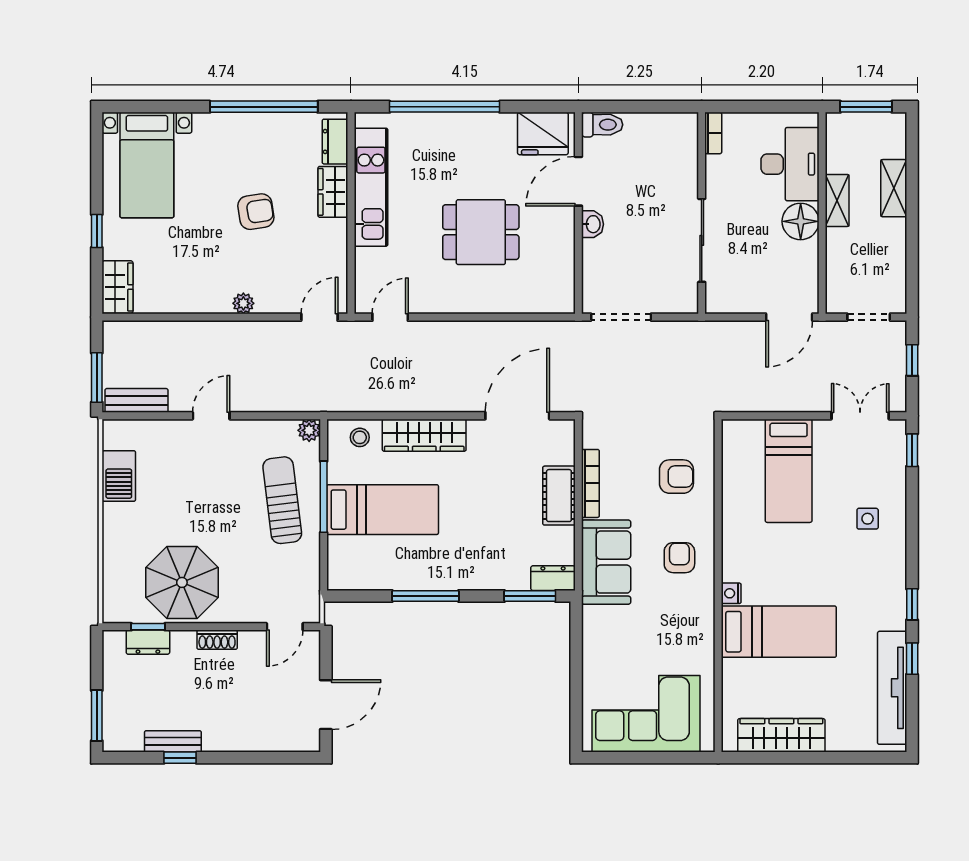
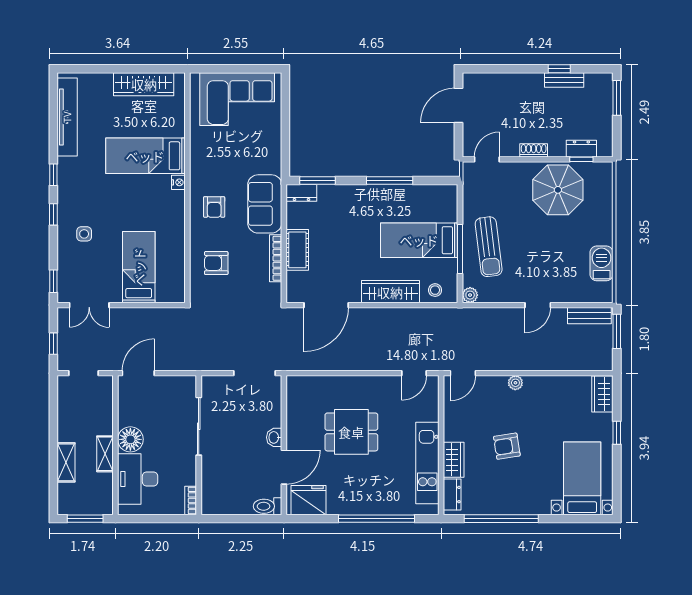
window: (912, 659) -> (53, 214), moved

